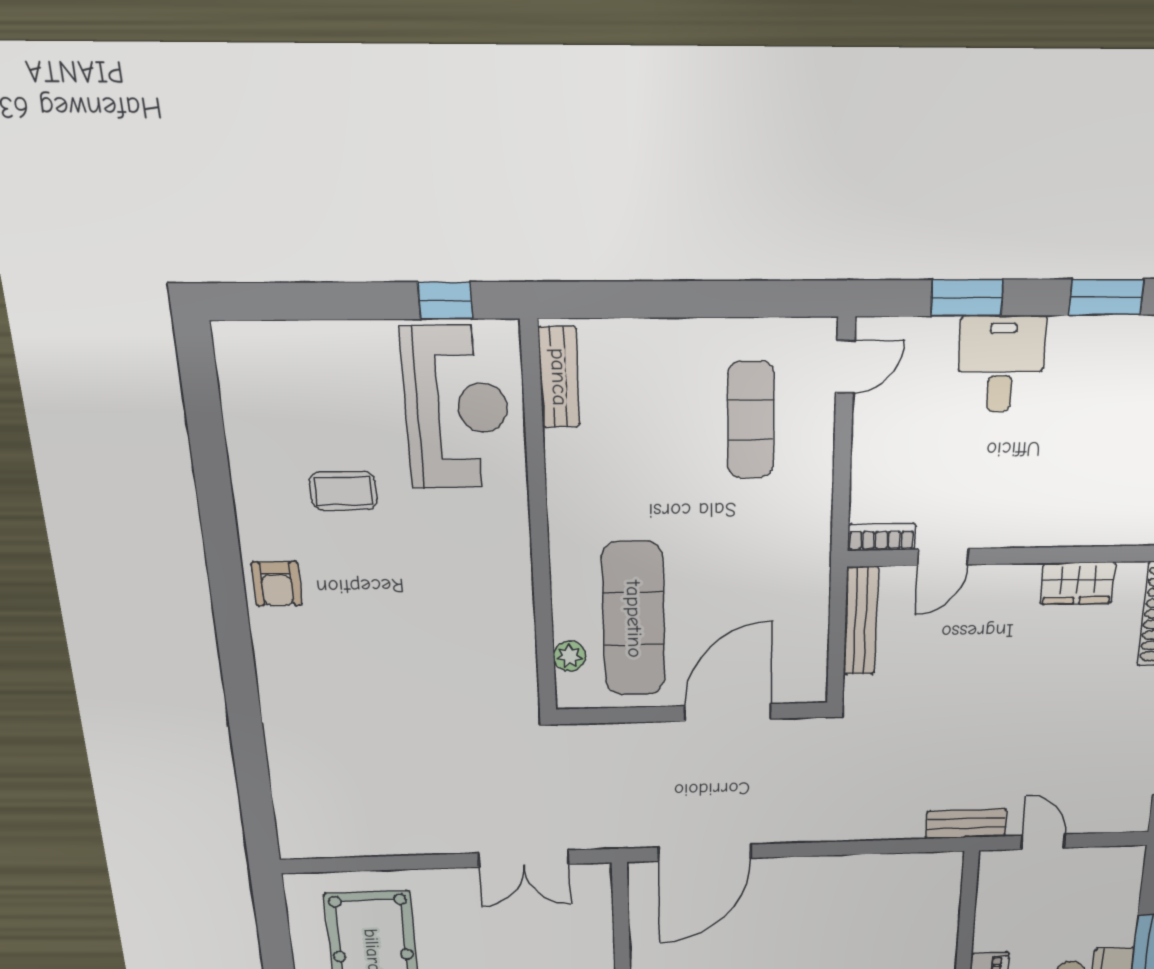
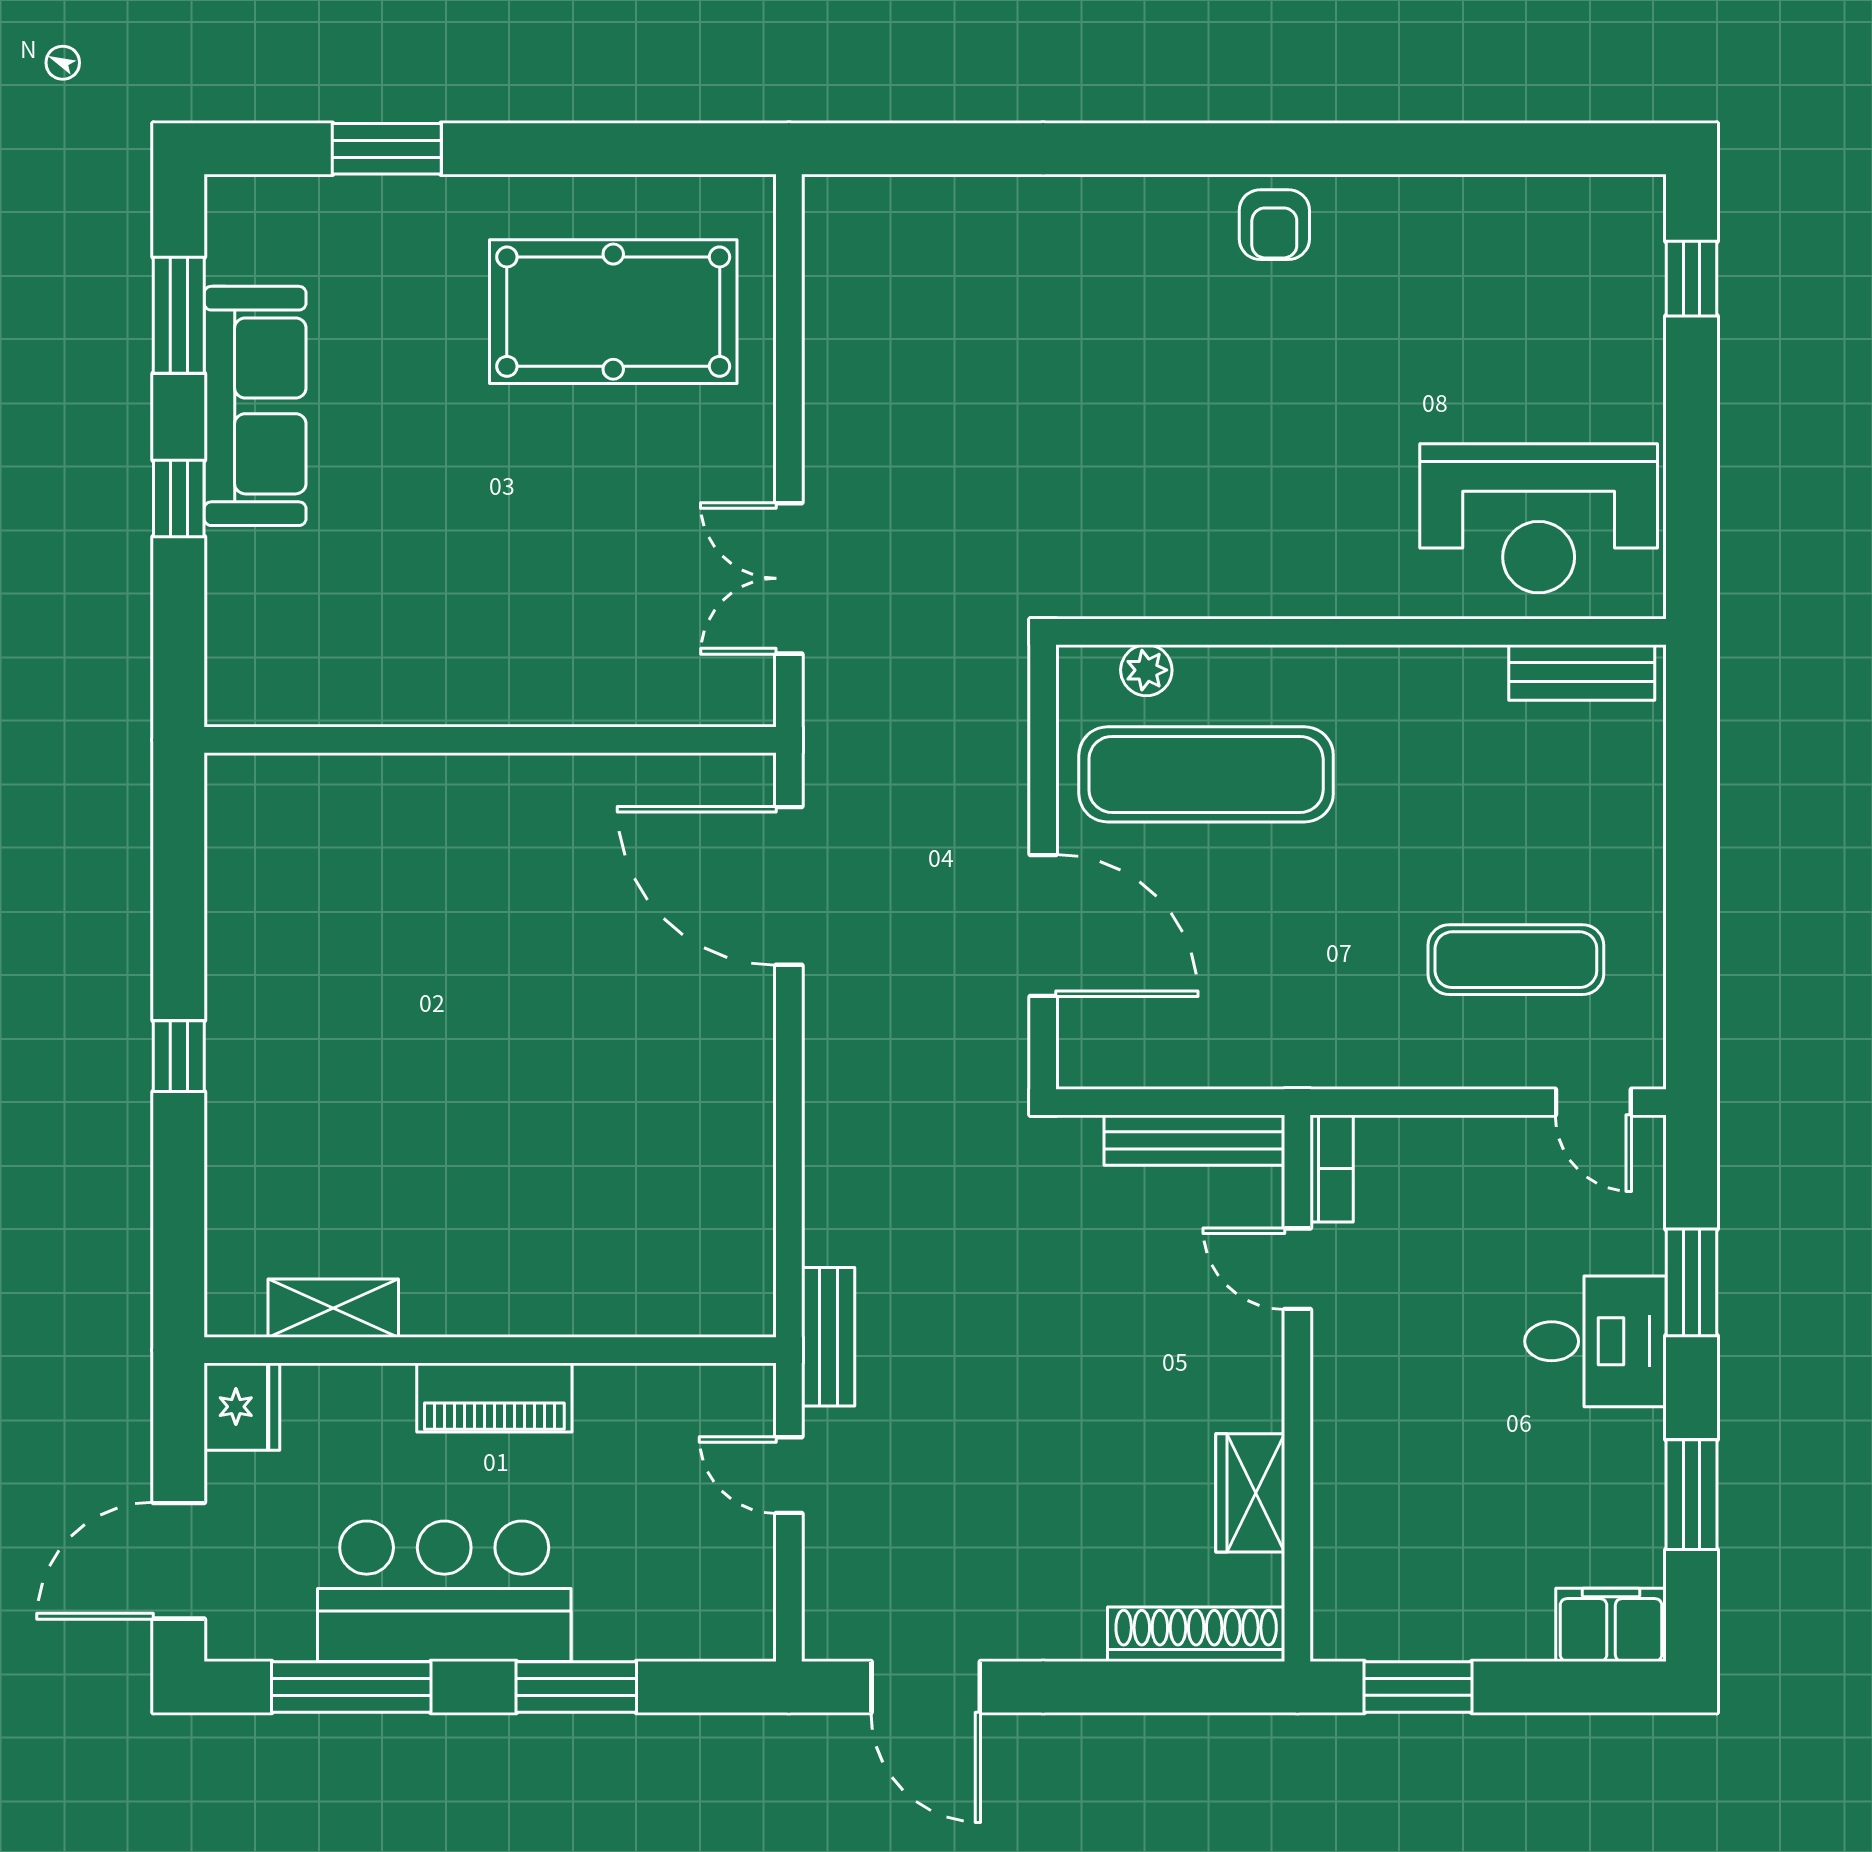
window: (445, 301) -> (1691, 279), moved
coffee table: (343, 491) -> (1417, 340), removed
armchair: (277, 584) -> (1274, 225), turned -90
door: (1043, 842) -> (789, 1475), swing flipped

